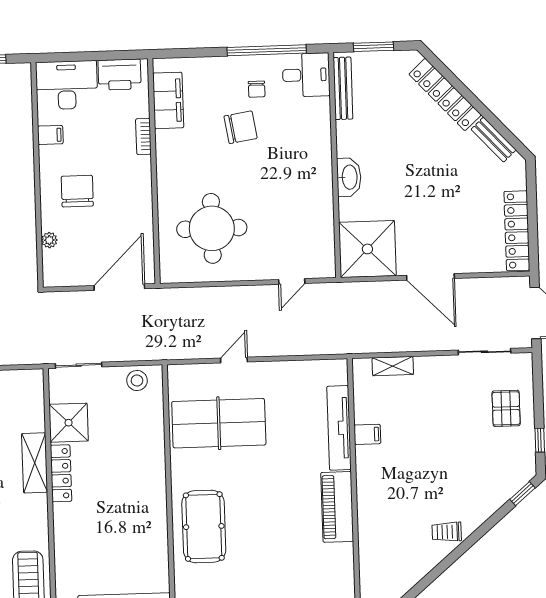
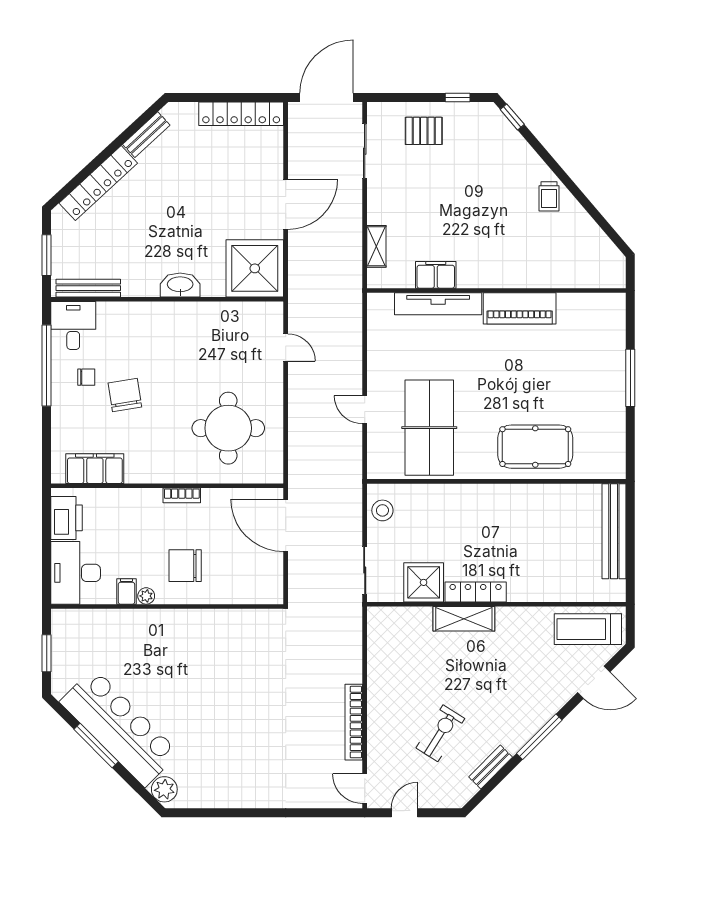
bookcase: (143, 136) -> (182, 495), moved
plant: (49, 240) -> (146, 596), moved
filing cabinet: (367, 434) -> (436, 275), width x2.00

